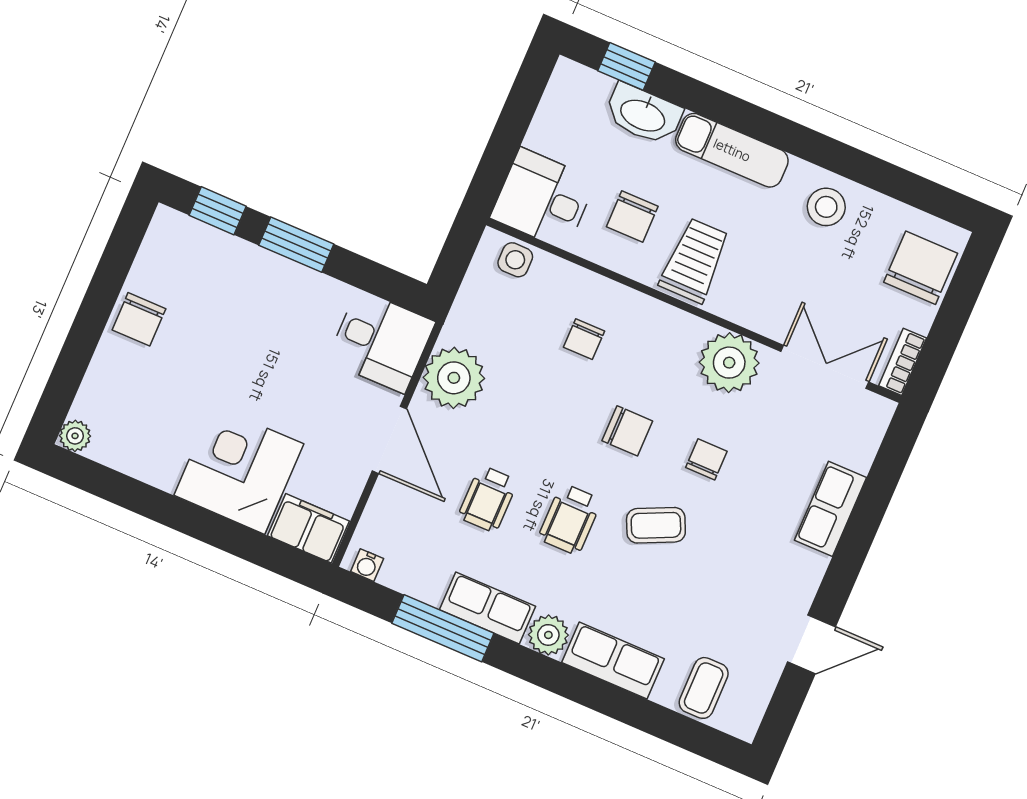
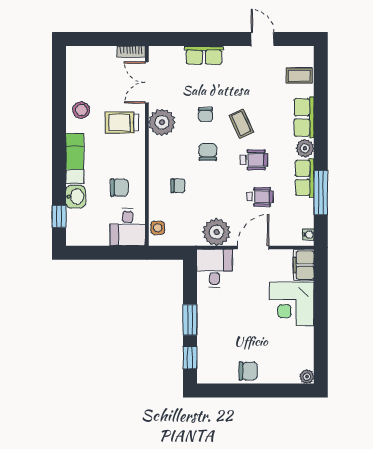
washbasin: (643, 114) -> (76, 197), width x0.72
trolley: (695, 261) -> (122, 123), moved
chair: (921, 268) -> (90, 61), removed
chair: (706, 459) -> (205, 115), turned -90

